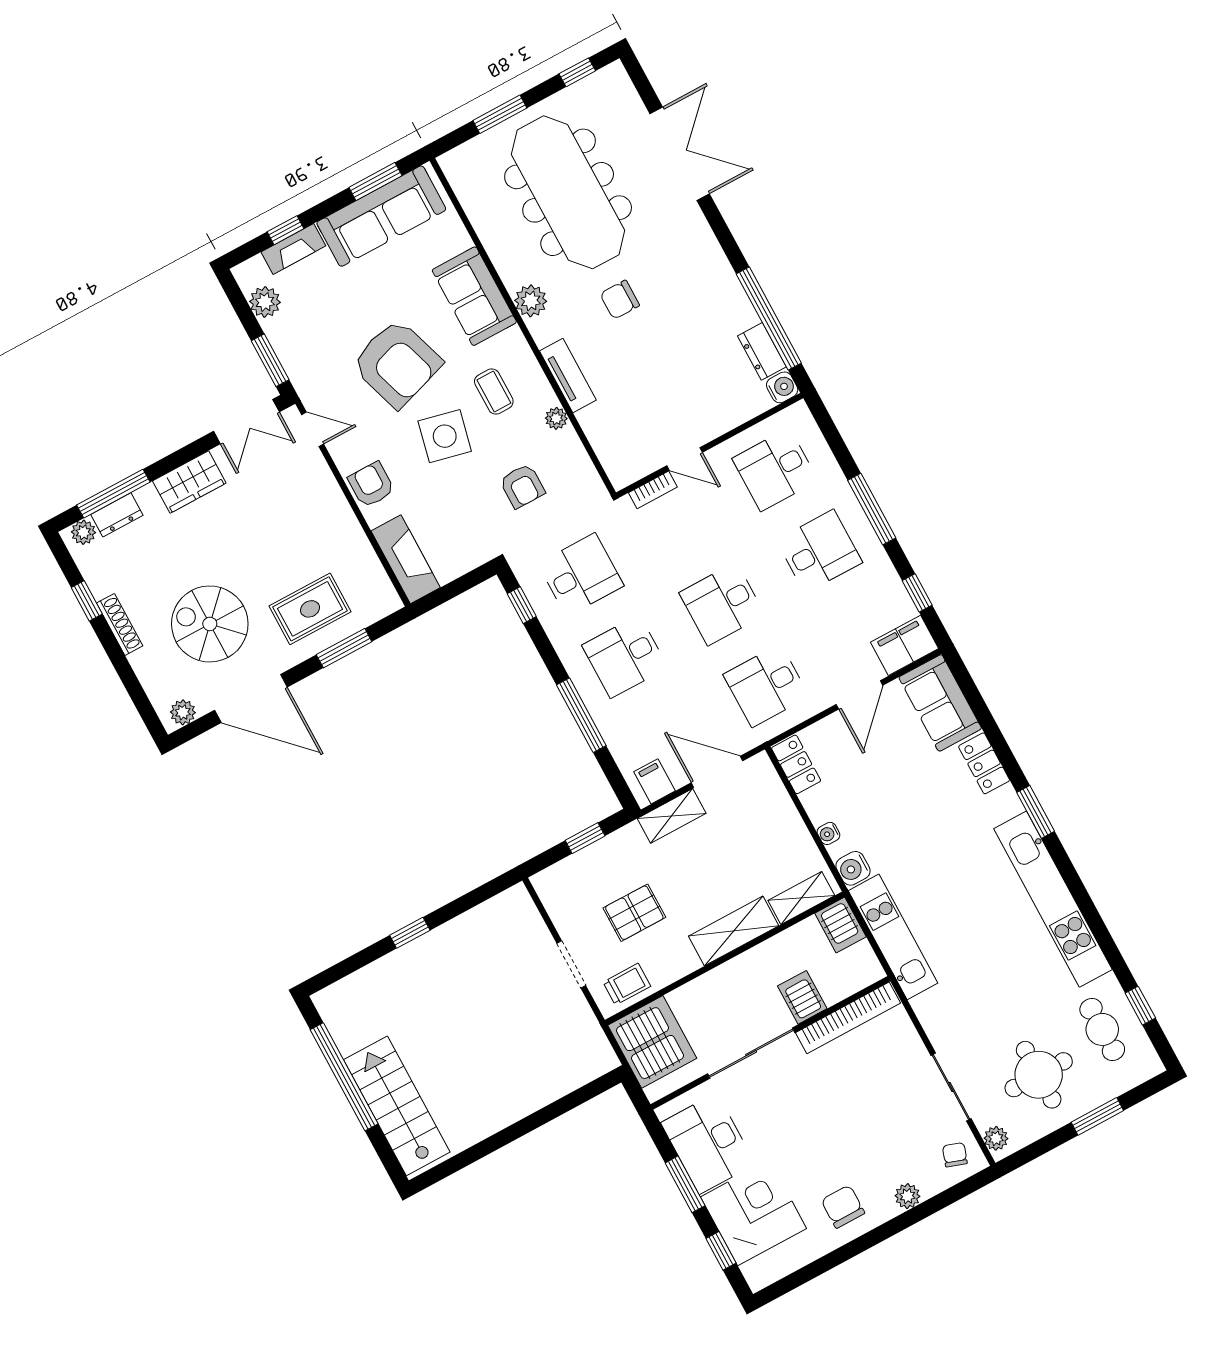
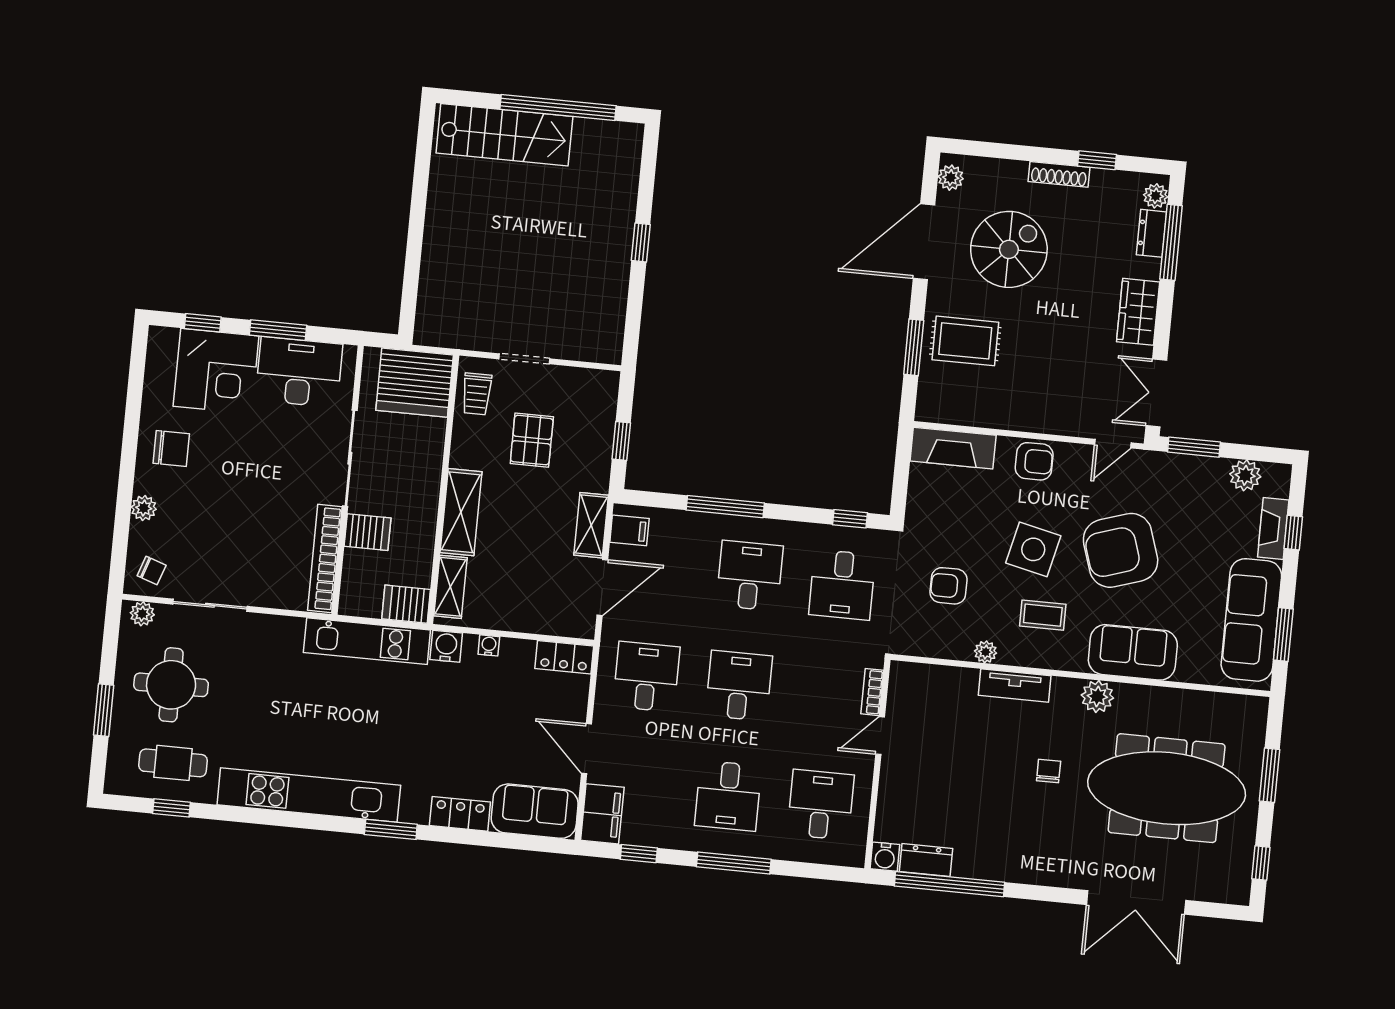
chair: (620, 300) -> (1049, 771), width x0.73, depth x0.73
rug: (310, 609) -> (965, 341), turned 90

